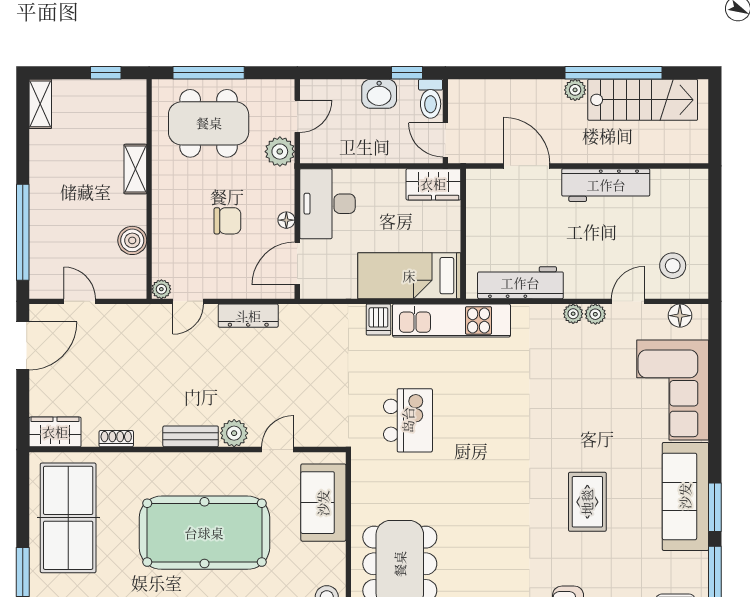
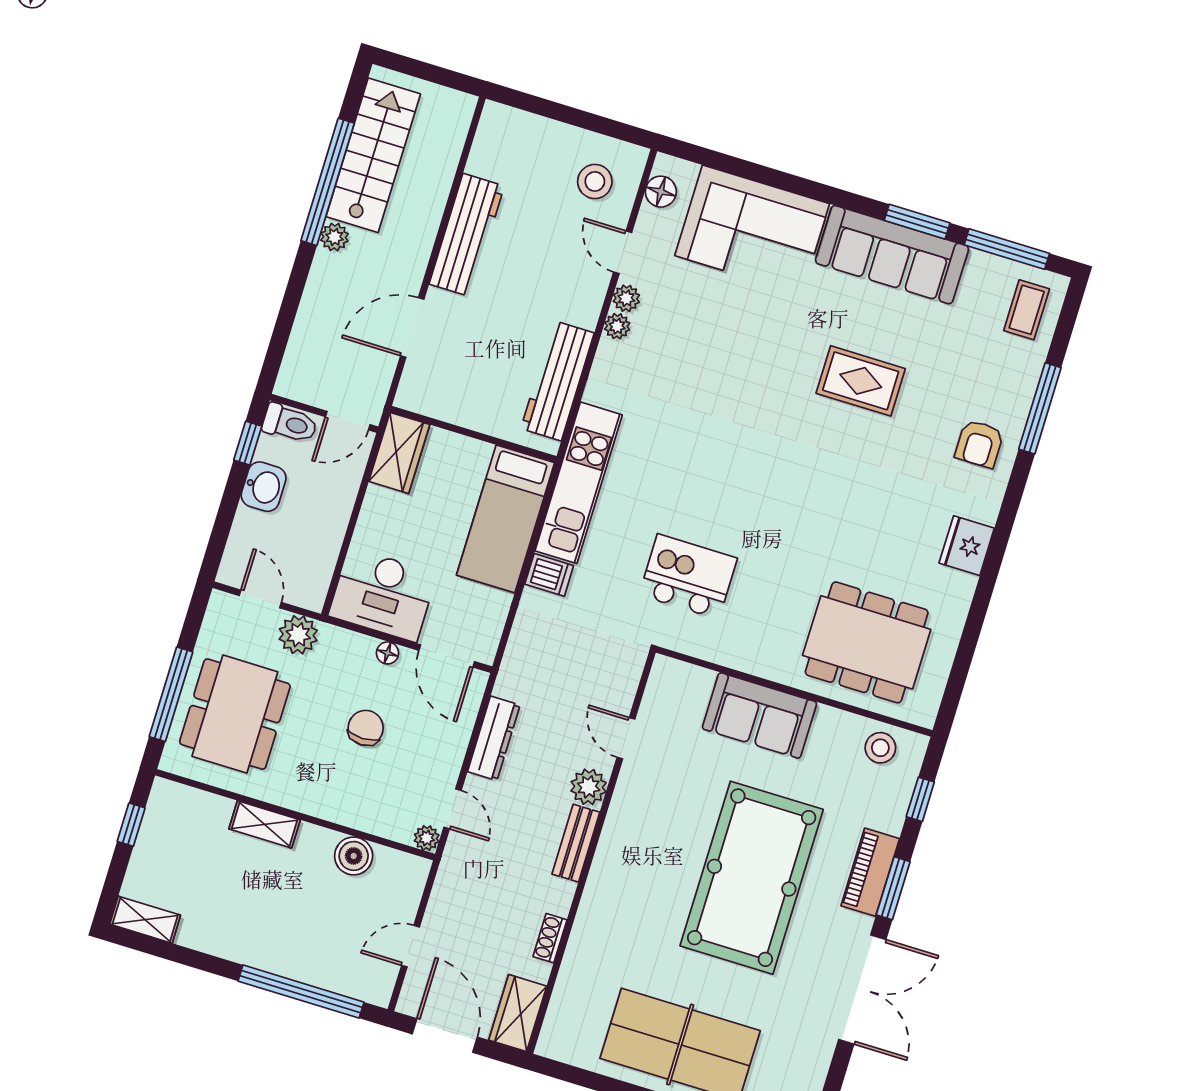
wardrobe: (55, 432) -> (518, 1013), moved
plant: (234, 433) -> (589, 787), moved
bench: (191, 436) -> (576, 843), moved
shoe rack: (116, 439) -> (550, 938), moved
wall: (187, 450) -> (591, 852), moved
door: (277, 450) -> (626, 738), moved

